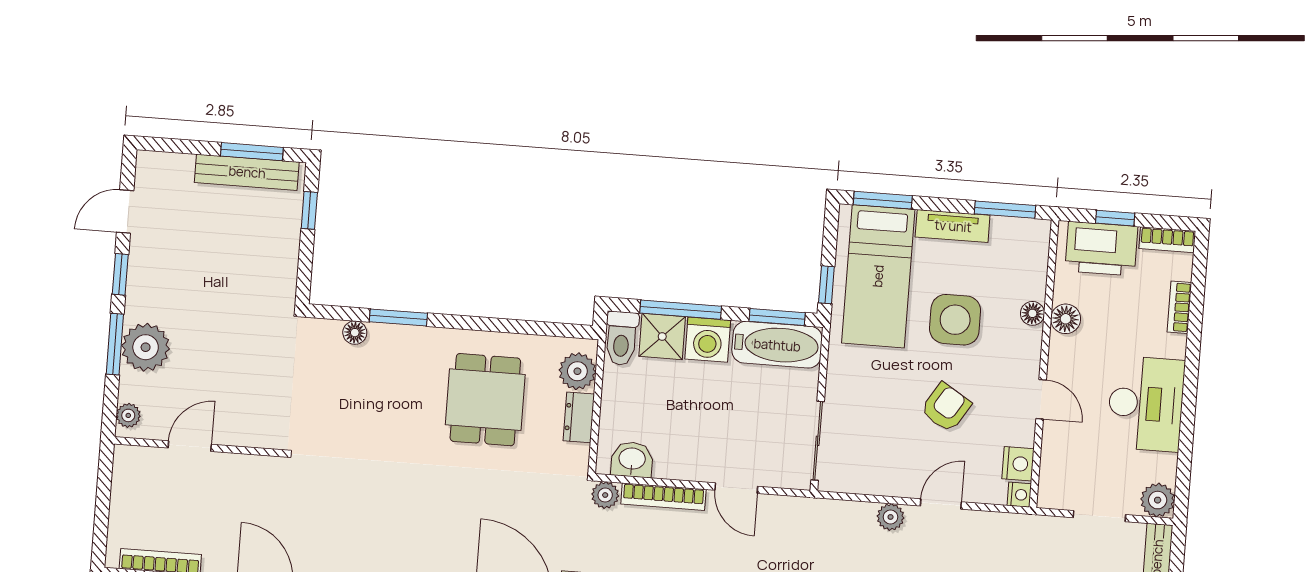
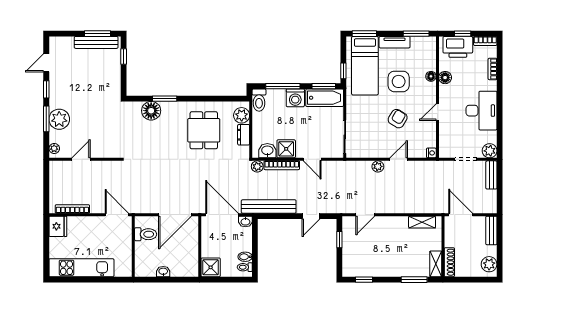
floor lamp: (355, 333) -> (151, 111), width x1.89, depth x1.89
shower: (662, 336) -> (286, 149), moved
door: (1041, 399) -> (437, 112), swing flipped
nightstand: (1018, 464) -> (430, 140), removed

